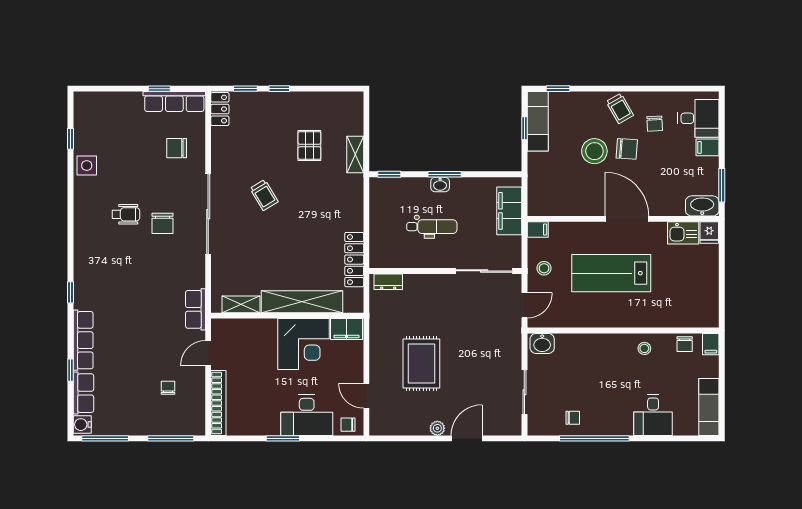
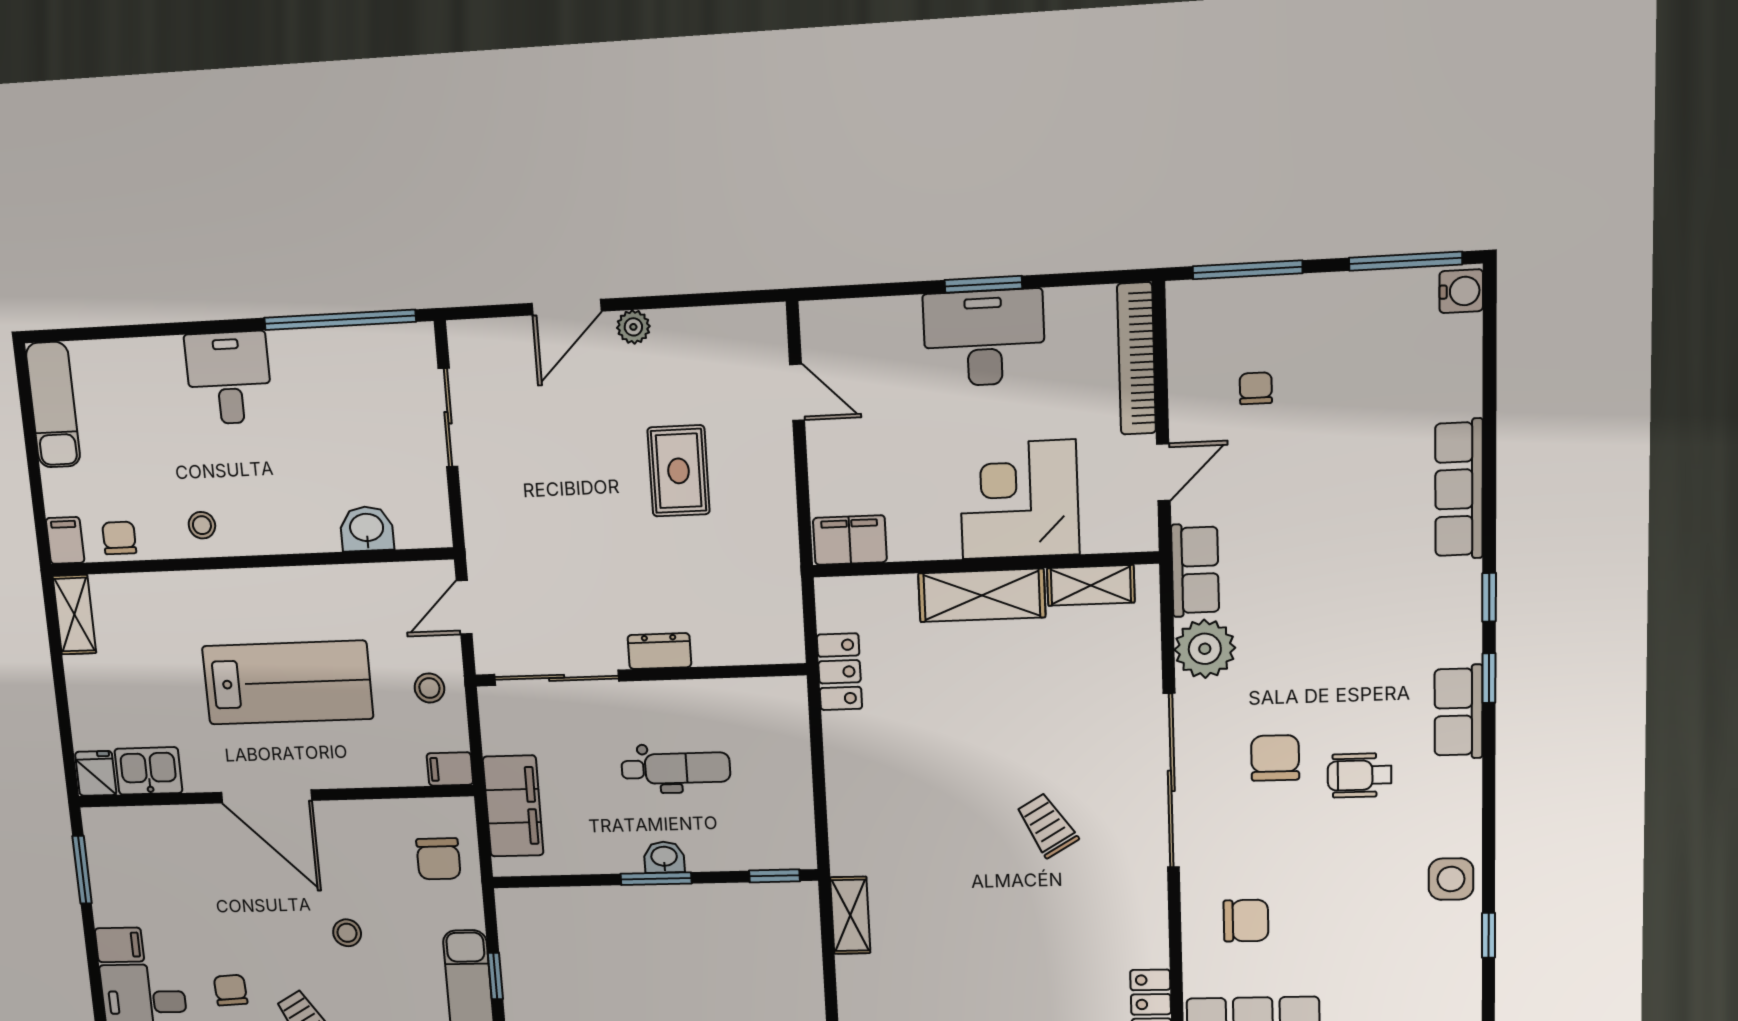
pallet: (309, 146) -> (951, 932), removed
chair: (627, 149) -> (438, 859), moved, turned -94
stool: (594, 151) -> (347, 933), width x0.53, depth x0.53
washbasin: (702, 206) -> (116, 827), removed
dental chair: (432, 227) -> (676, 768), turned 180
locker: (354, 260) -> (839, 672), width x0.66
plant: (192, 274) -> (1205, 649), added
dresser: (388, 282) -> (659, 651), moved
shelving: (302, 302) -> (982, 595), width x0.68
shelving: (711, 309) -> (74, 615), added
washbasin: (542, 343) -> (367, 529), moved
corner desk: (303, 344) -> (1019, 499), moved
rug: (421, 363) -> (679, 471), width x0.73, depth x0.70
window: (71, 370) -> (1489, 678), moved
chair: (168, 388) -> (1256, 388), turned 180
row of seats: (83, 393) -> (1459, 712), moved
desk: (307, 415) -> (984, 338), moved
desk: (653, 415) -> (229, 378), moved
chair: (573, 418) -> (339, 366), removed
chair: (348, 425) -> (835, 324), removed
window: (594, 438) -> (340, 320), moved

